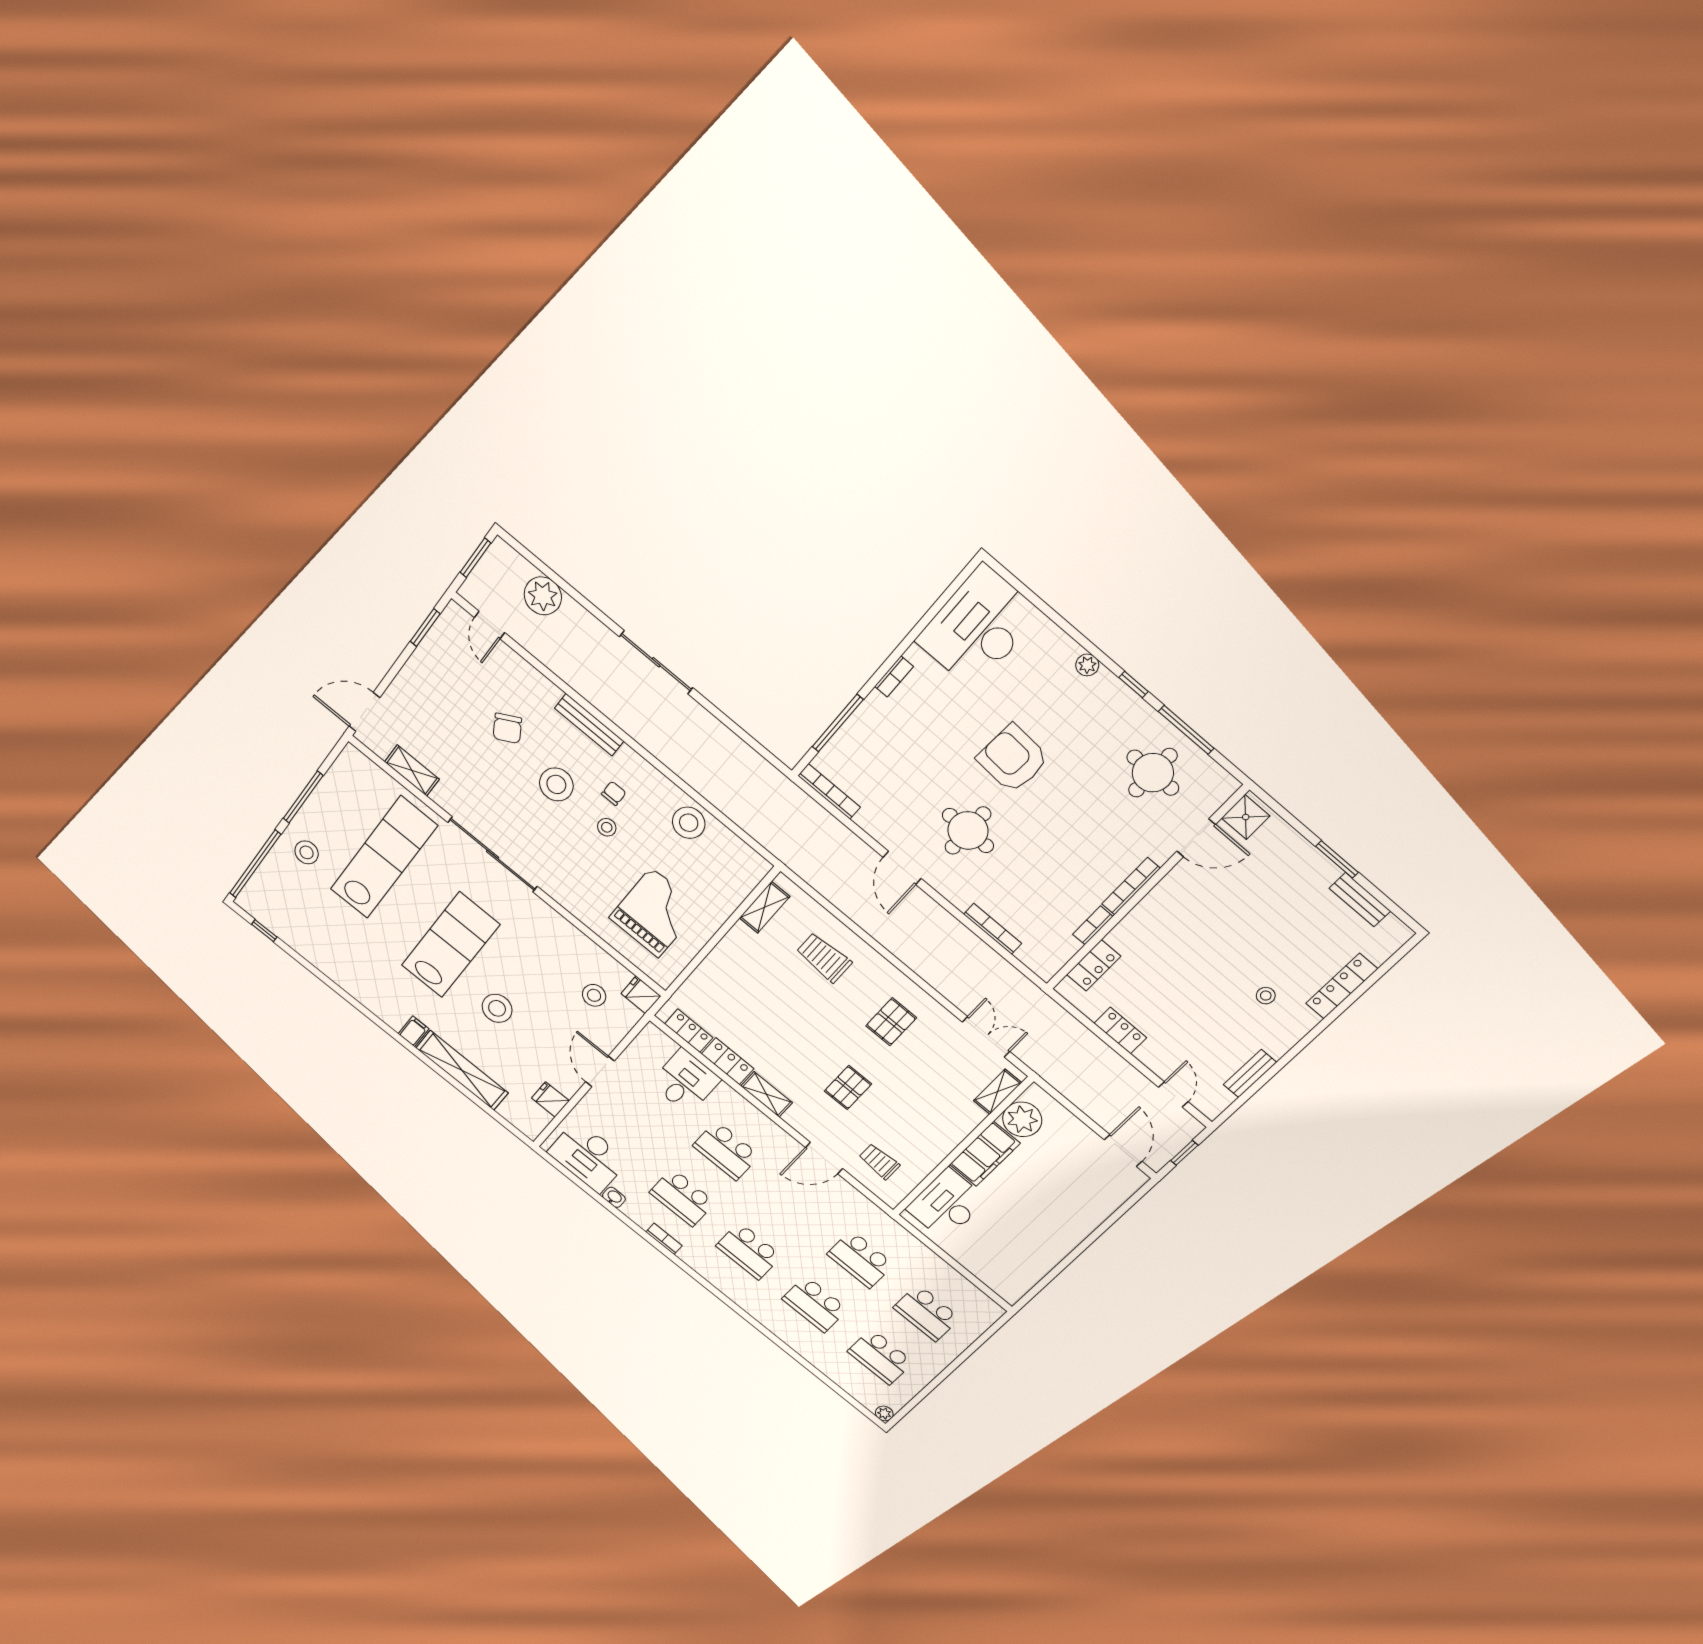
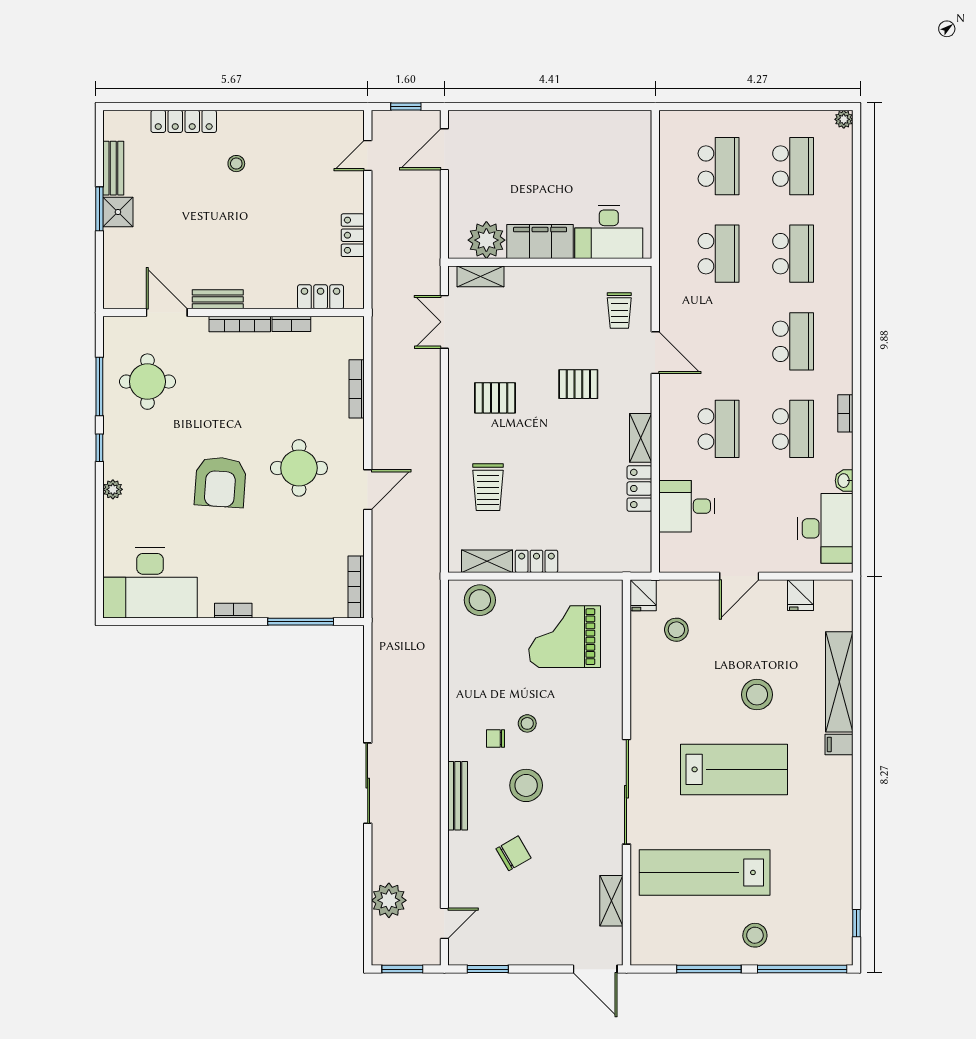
shower: (1246, 817) -> (118, 212), moved
stool: (689, 823) -> (480, 600), moved
lab bench: (450, 945) -> (734, 769), turned 180
locker: (689, 1031) -> (536, 561), moved, turned 90
bench: (1250, 1074) -> (218, 299), moved

